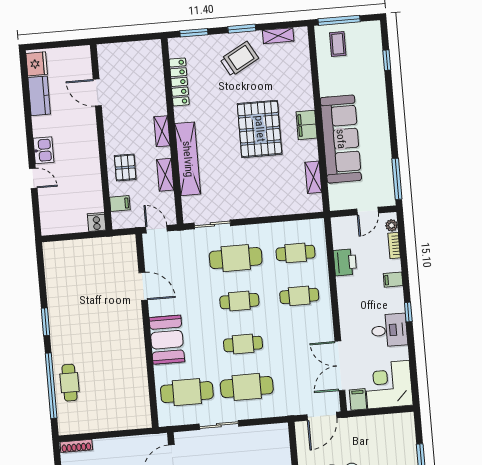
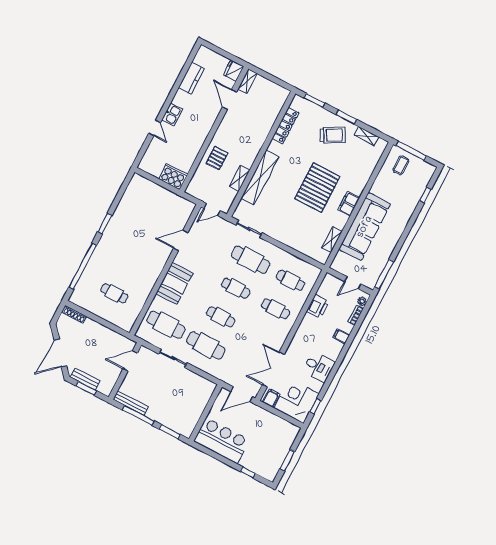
fridge: (37, 64) -> (233, 71), moved, turned 180
shelving: (162, 131) -> (248, 81), moved
filing cabinet: (120, 204) -> (199, 179), removed
cooker: (97, 222) -> (173, 177), width x1.87, depth x1.31
door: (157, 229) -> (212, 210), swing flipped
door: (143, 286) -> (181, 240), swing flipped
window: (408, 312) -> (315, 406), moved
cafe table: (69, 383) -> (114, 293), moved, turned 90

